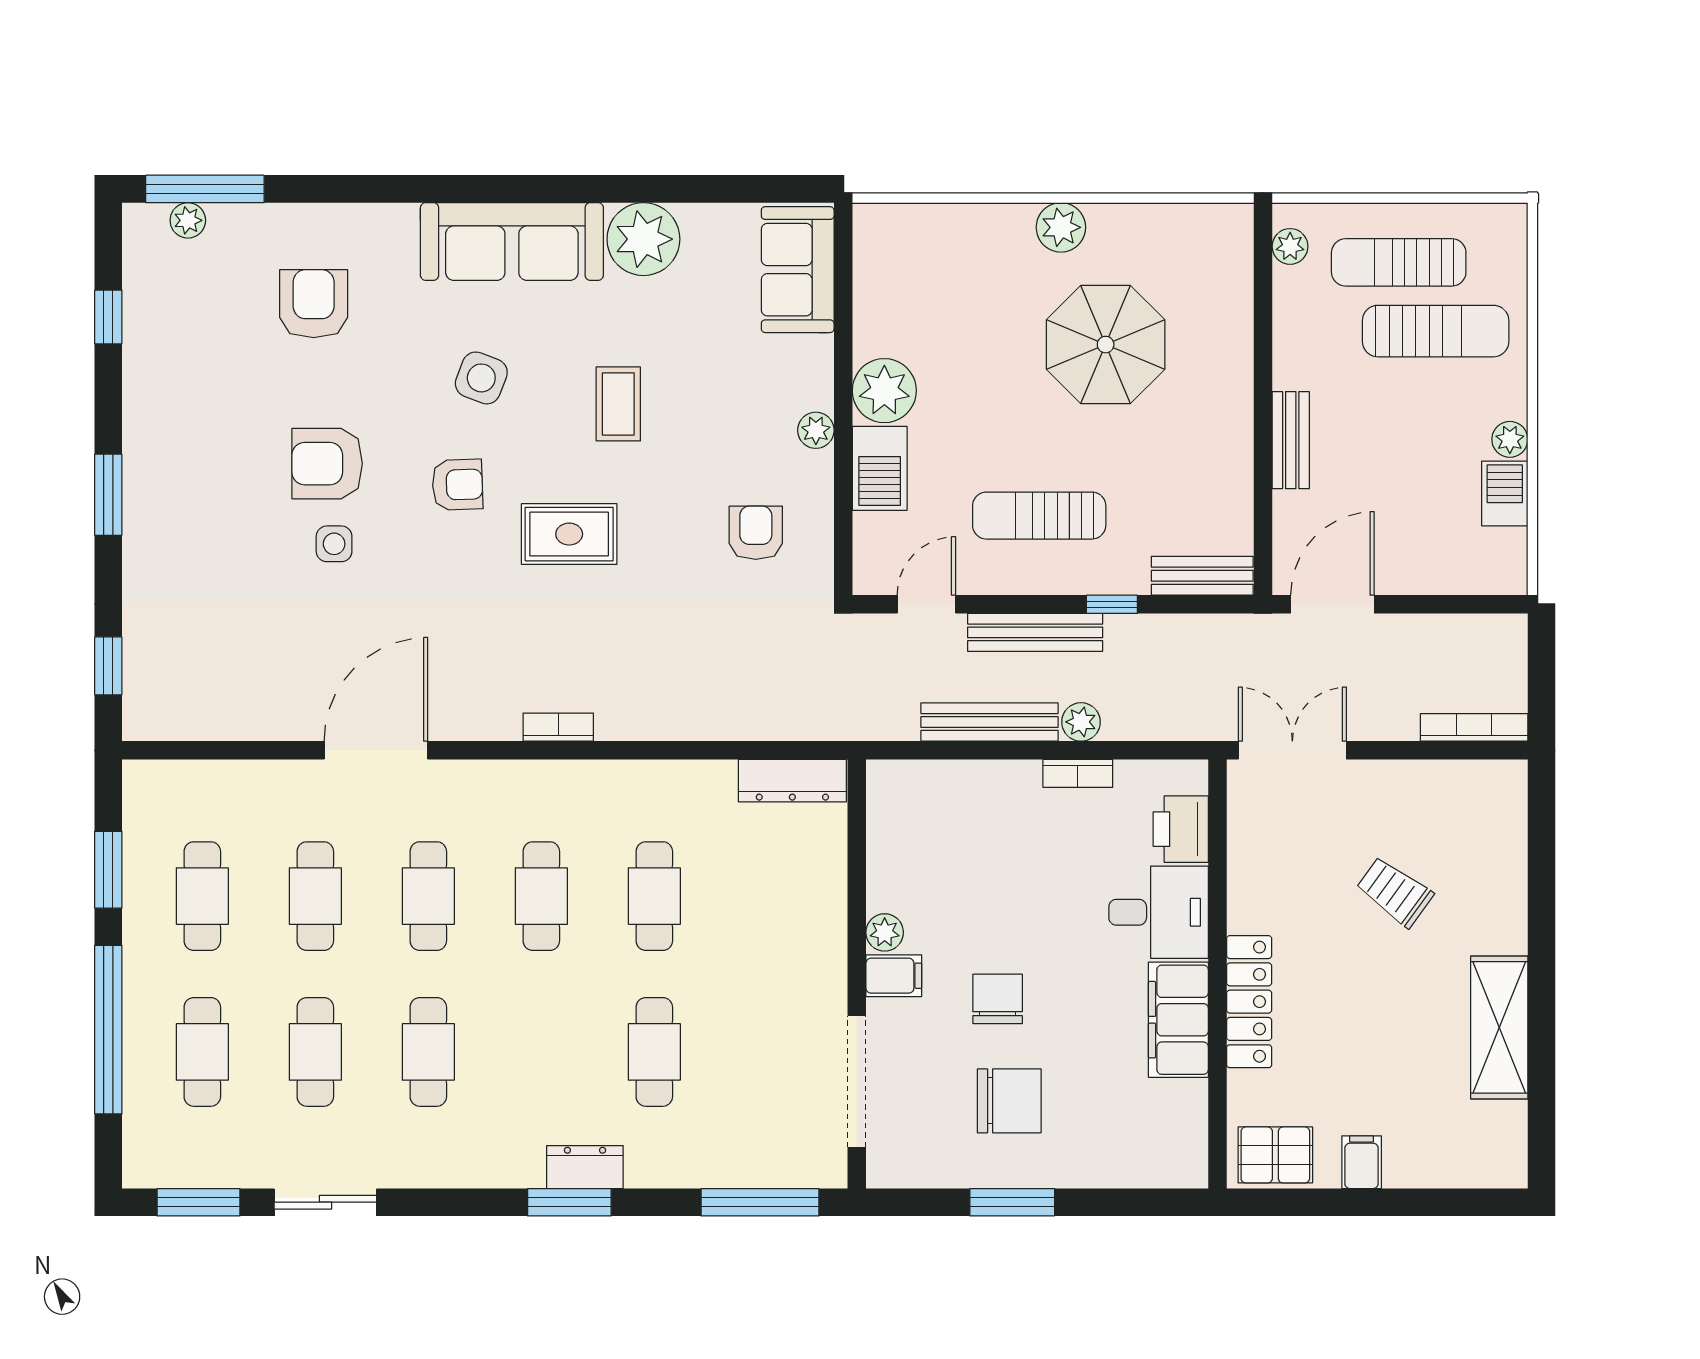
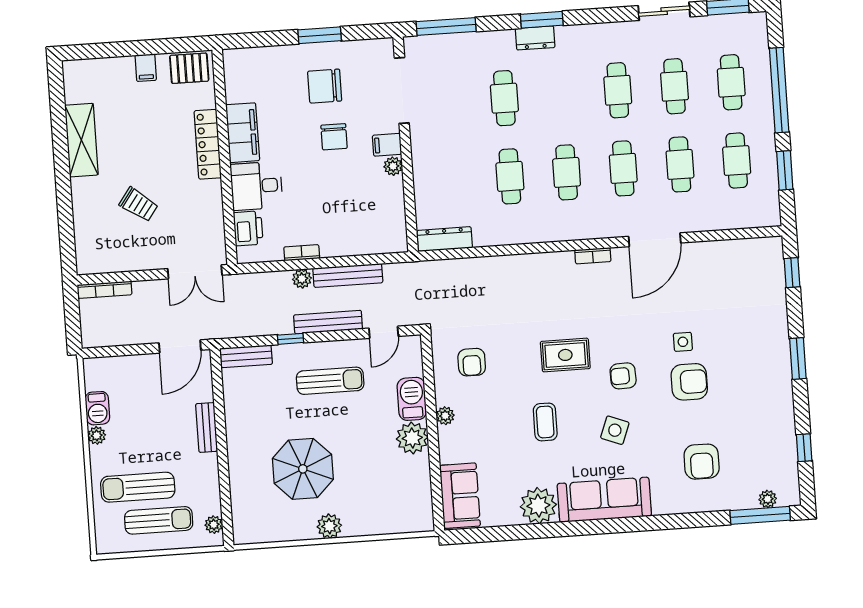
bookcase: (558, 727) -> (593, 256), moved

